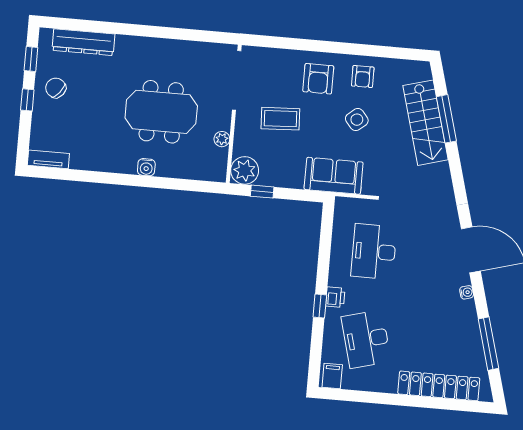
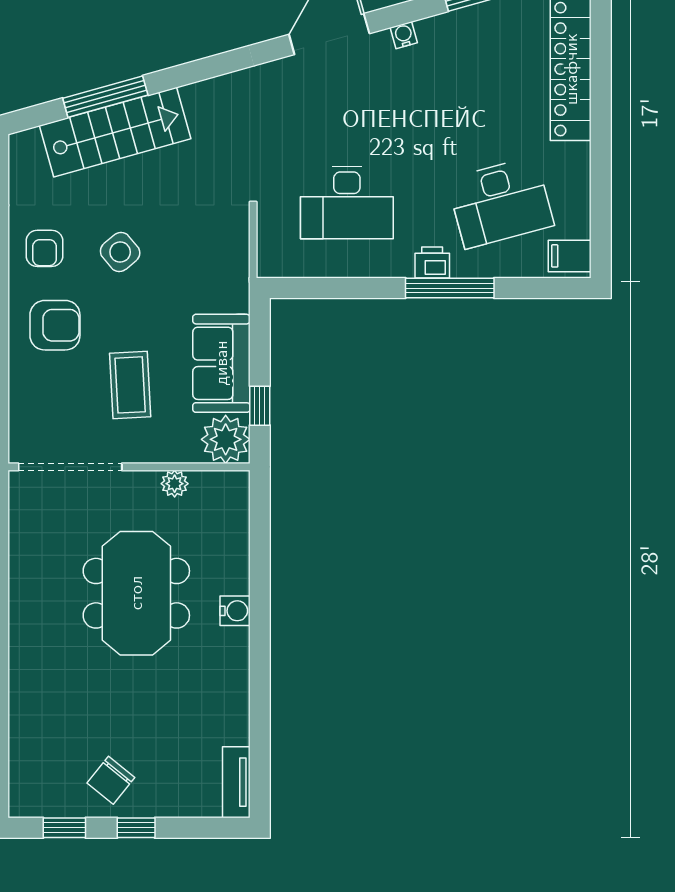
dresser: (84, 42) -> (27, 739), removed
armchair: (363, 77) -> (44, 248), turned 90
sofa: (334, 176) -> (221, 363), moved
window: (320, 306) -> (450, 288), width x2.17

